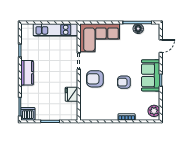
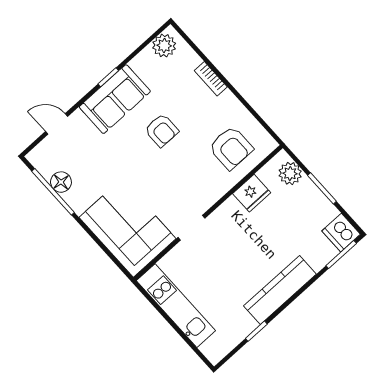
kitchen counter: (27, 73) -> (280, 290), width x1.50
armchair: (95, 79) -> (231, 148), moved
plant: (66, 115) -> (290, 173), added

